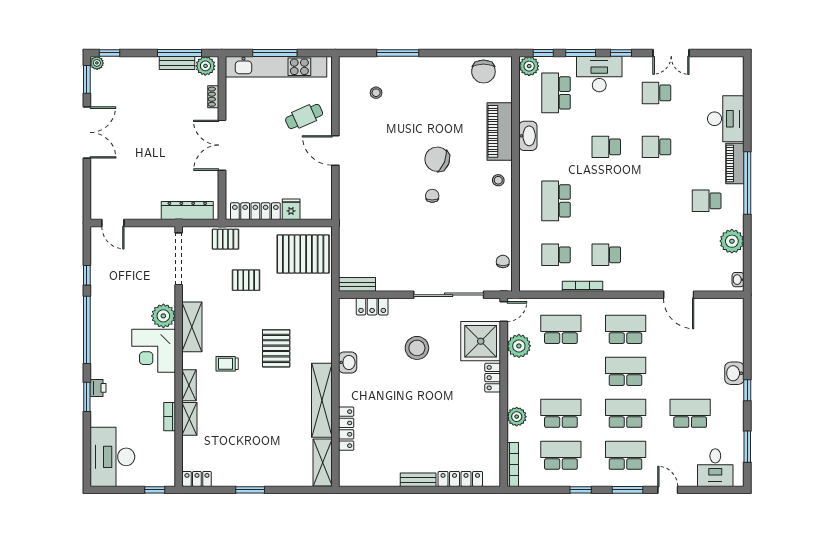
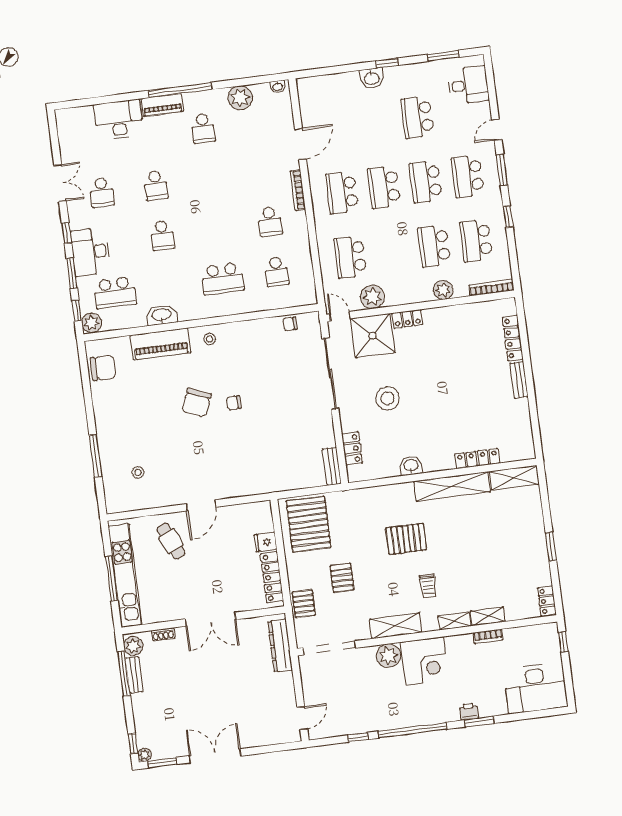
bookcase: (582, 286) -> (298, 190), moved

